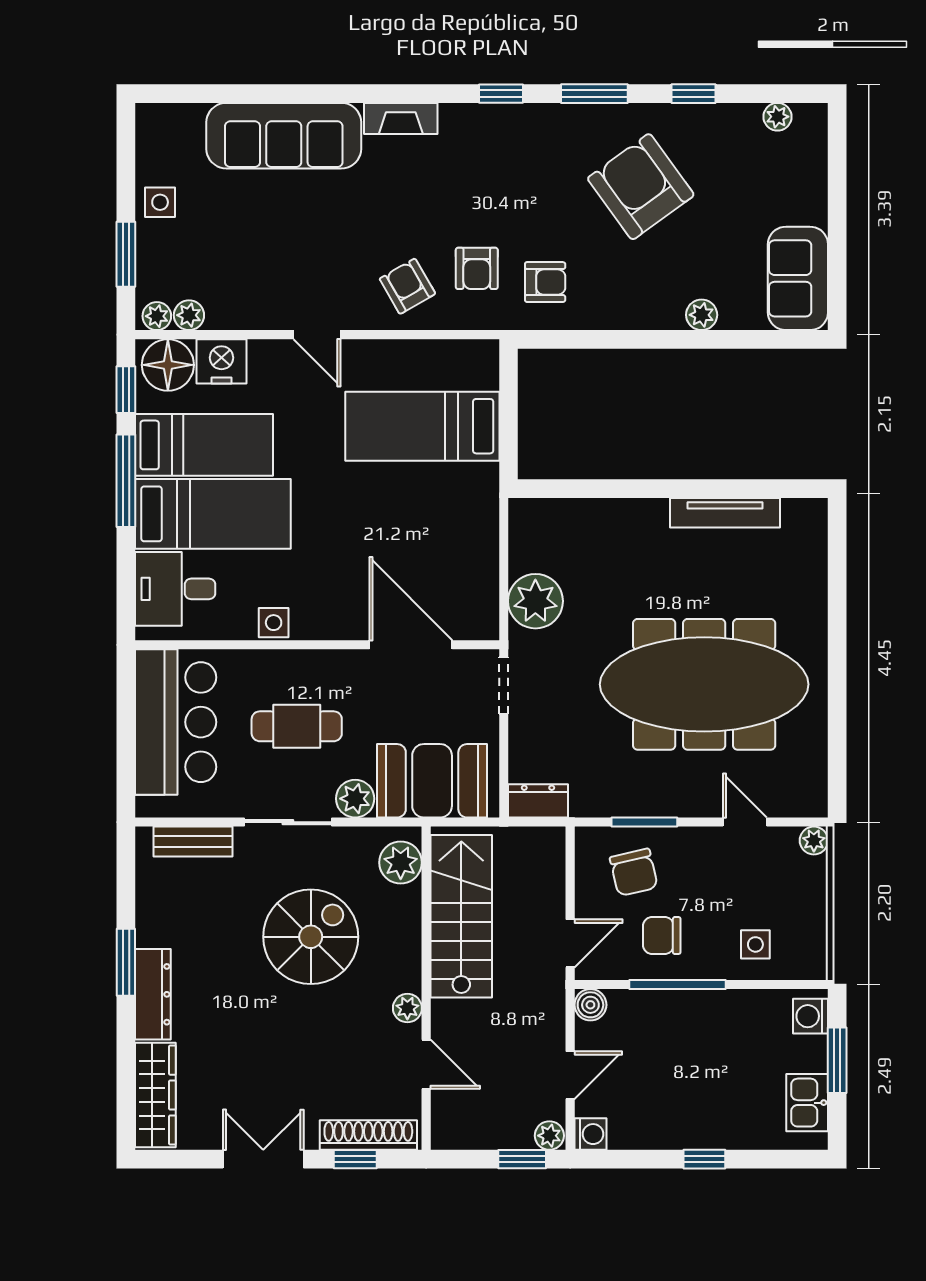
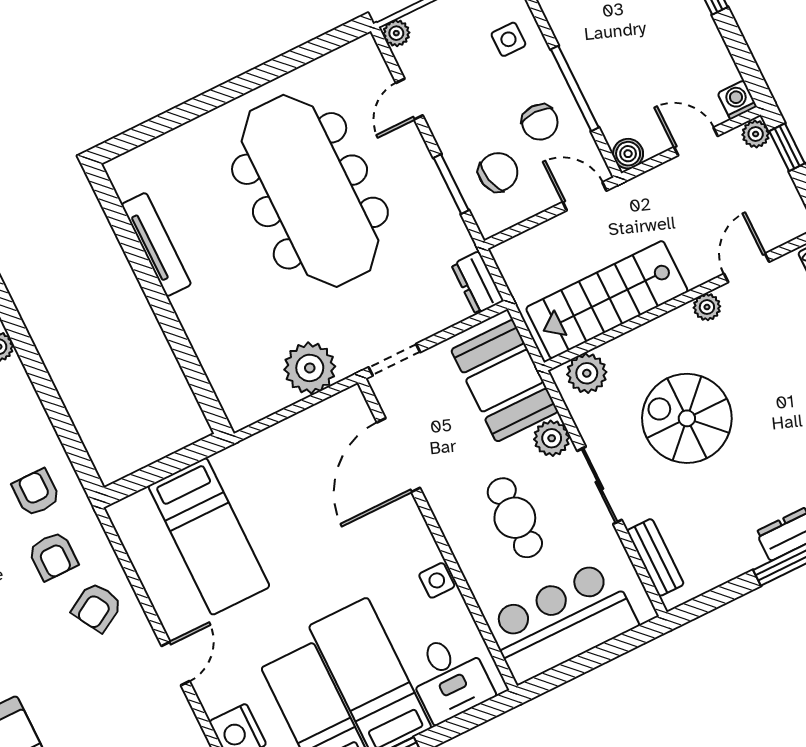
armchair: (477, 268) -> (53, 556), turned 90

